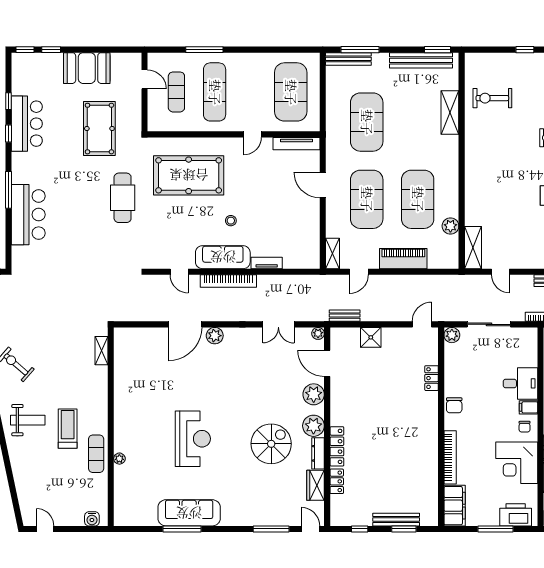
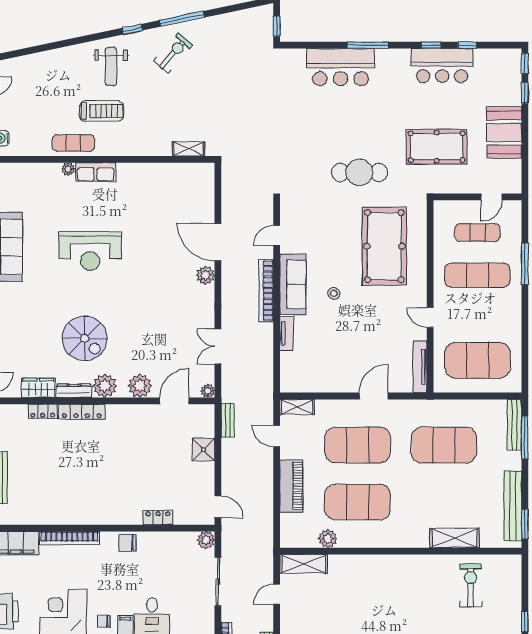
row of seats: (122, 434) -> (96, 172), added

